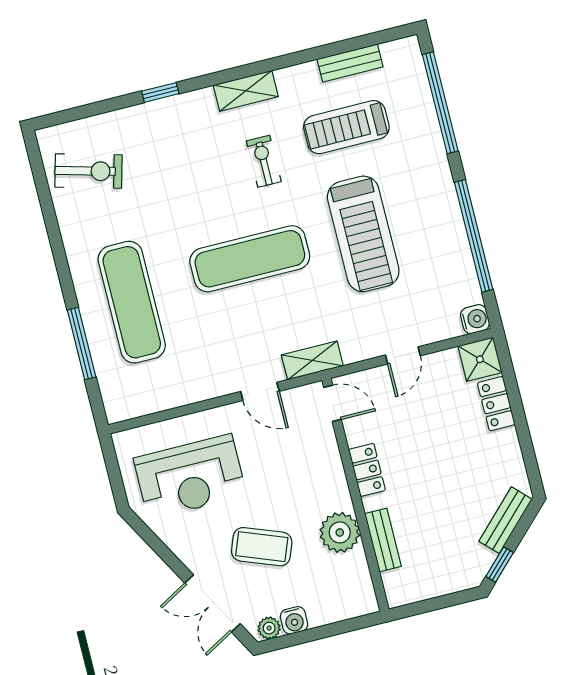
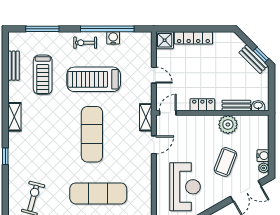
window: (440, 103) -> (42, 29), width x0.68
exercise bike: (264, 161) -> (85, 43), moved
treadmill: (363, 234) -> (94, 79), turned 180
water cooler: (475, 319) -> (113, 38), moved
locker: (496, 404) -> (193, 38), width x1.53
bench: (505, 520) -> (253, 59), moved
washbasin: (394, 585) -> (258, 106), added

